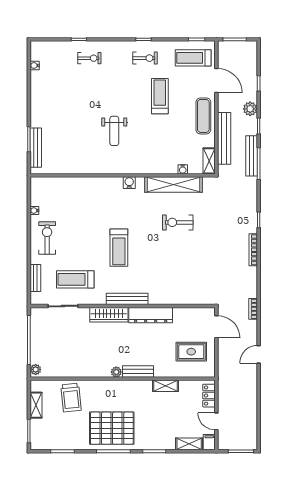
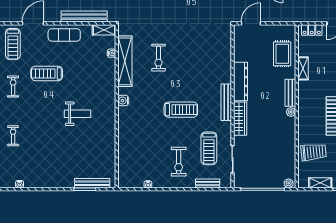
exercise bike: (47, 238) -> (179, 162), moved, turned -90
rug: (191, 352) -> (282, 54), moved

